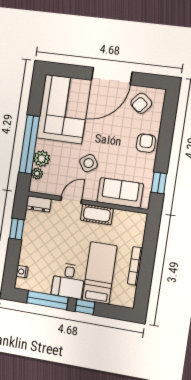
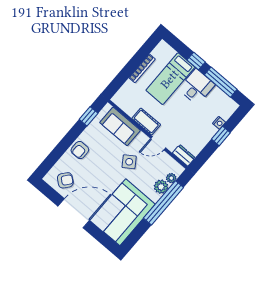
window: (17, 229) -> (221, 136), moved
nightstand: (22, 272) -> (219, 123), moved

